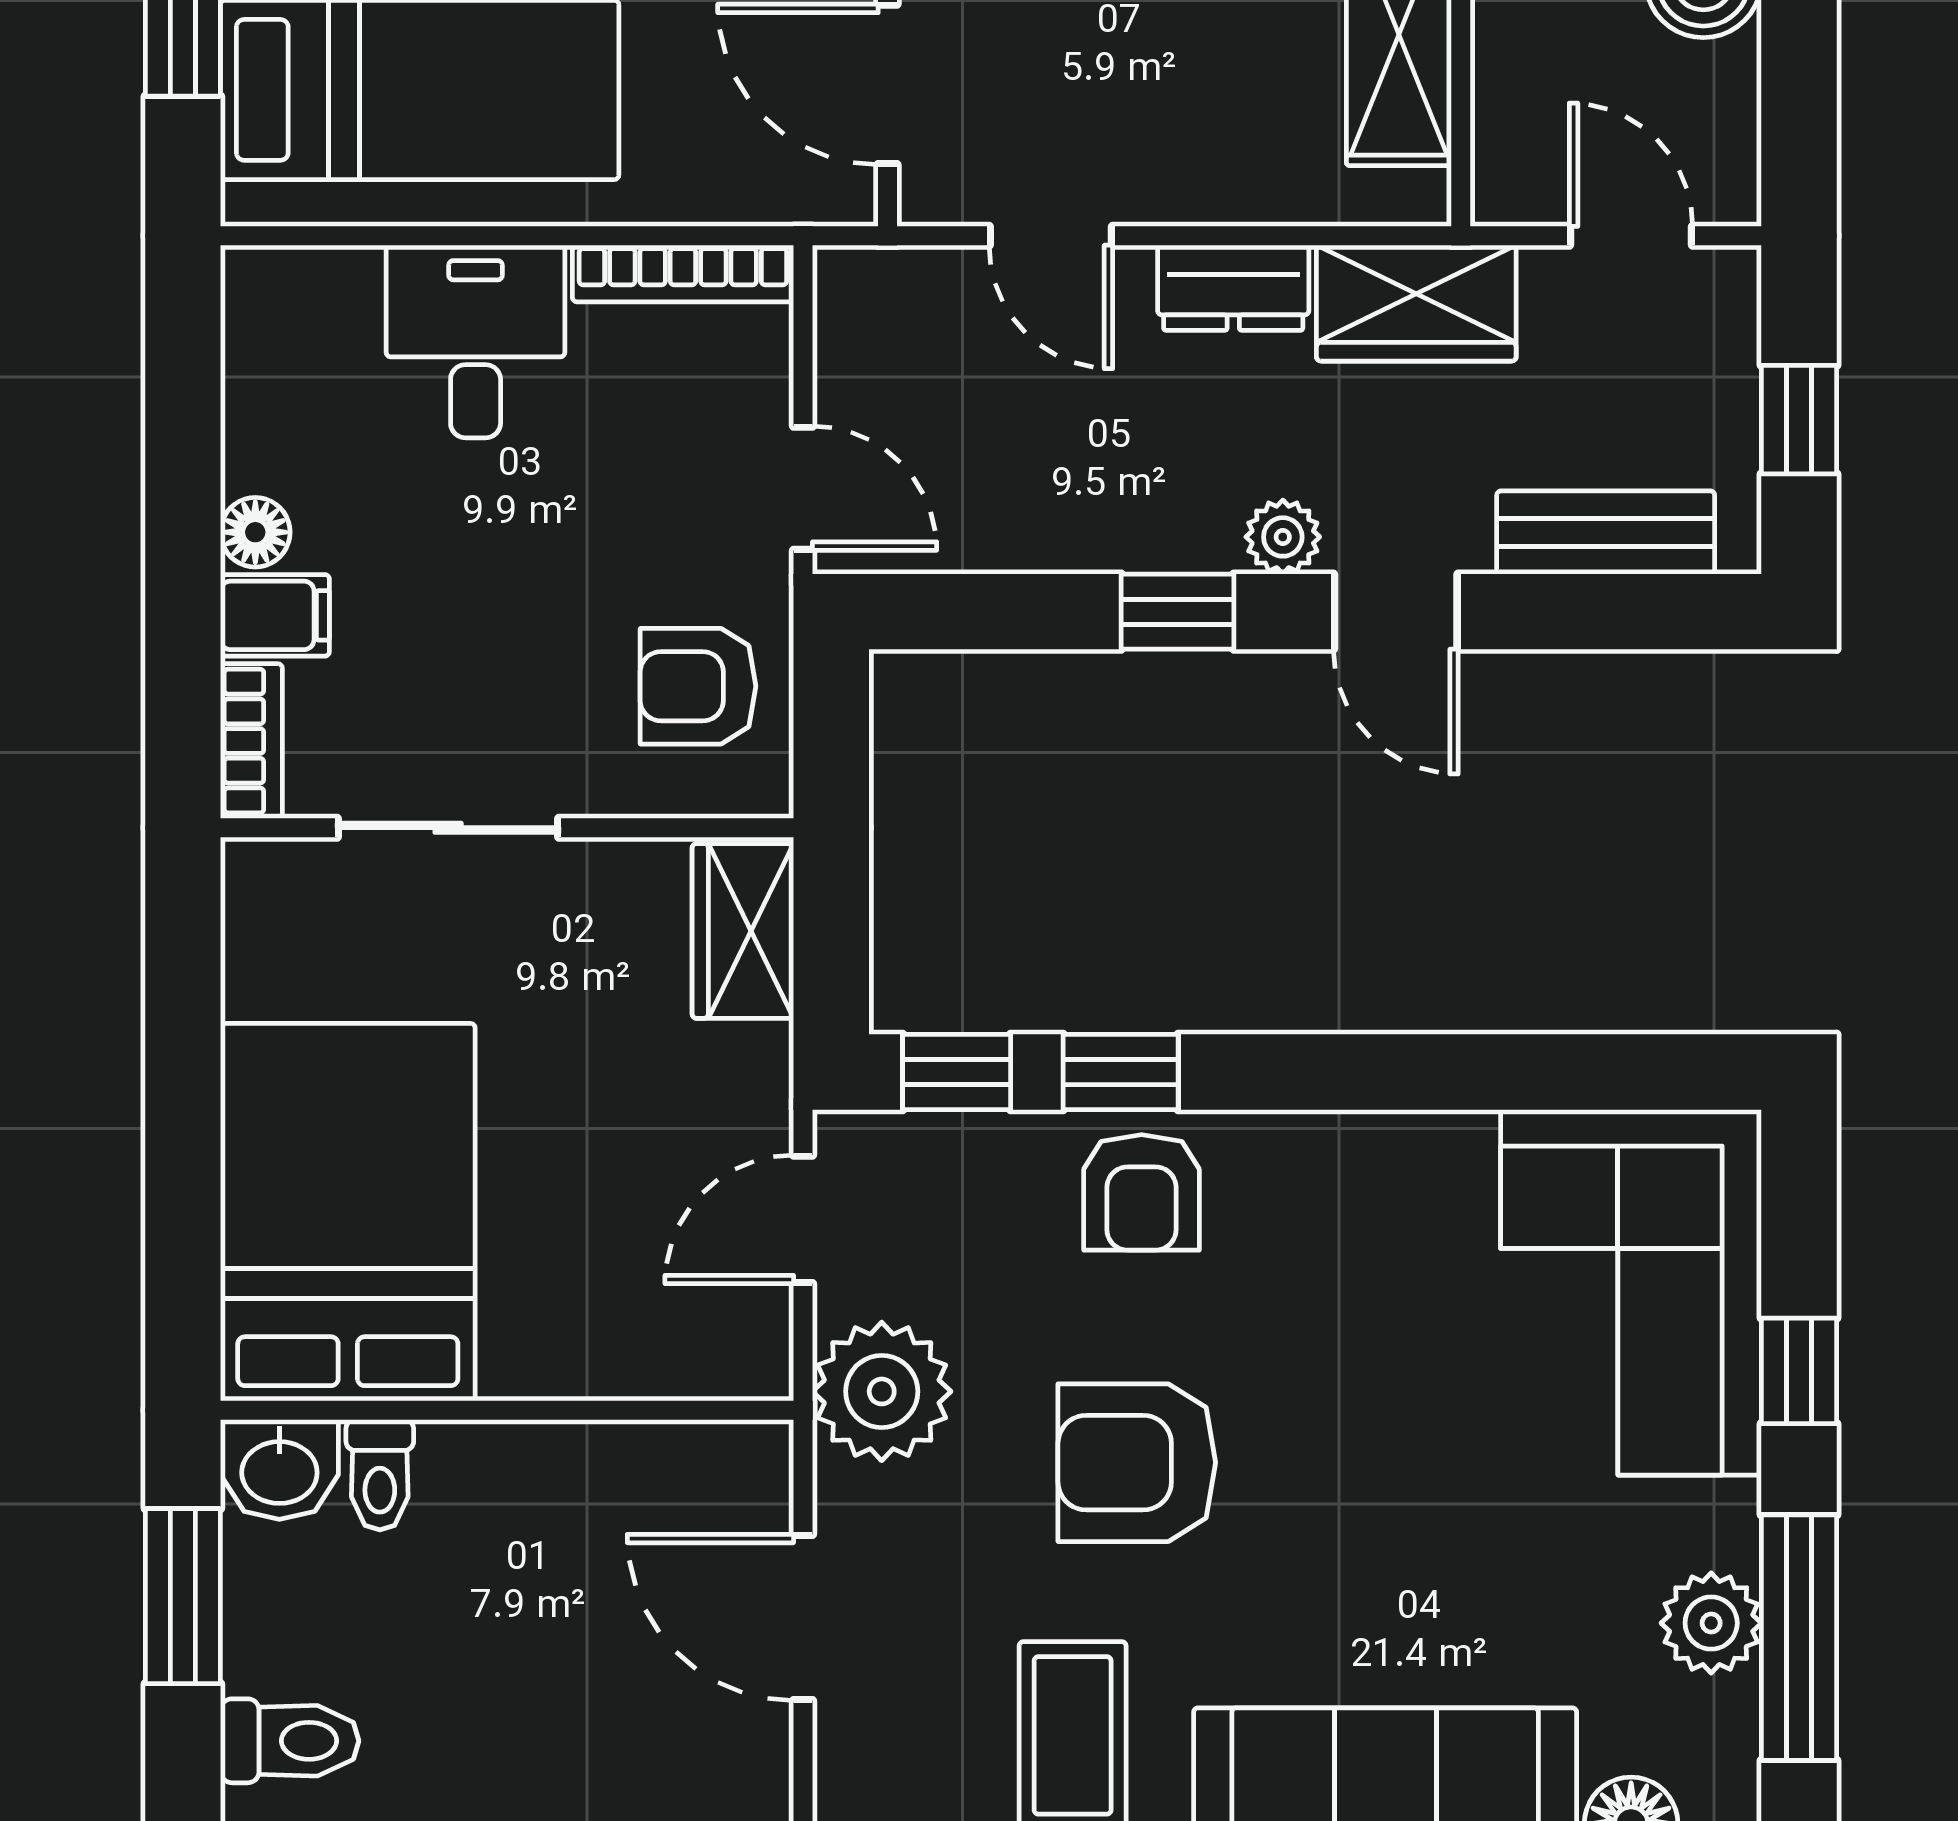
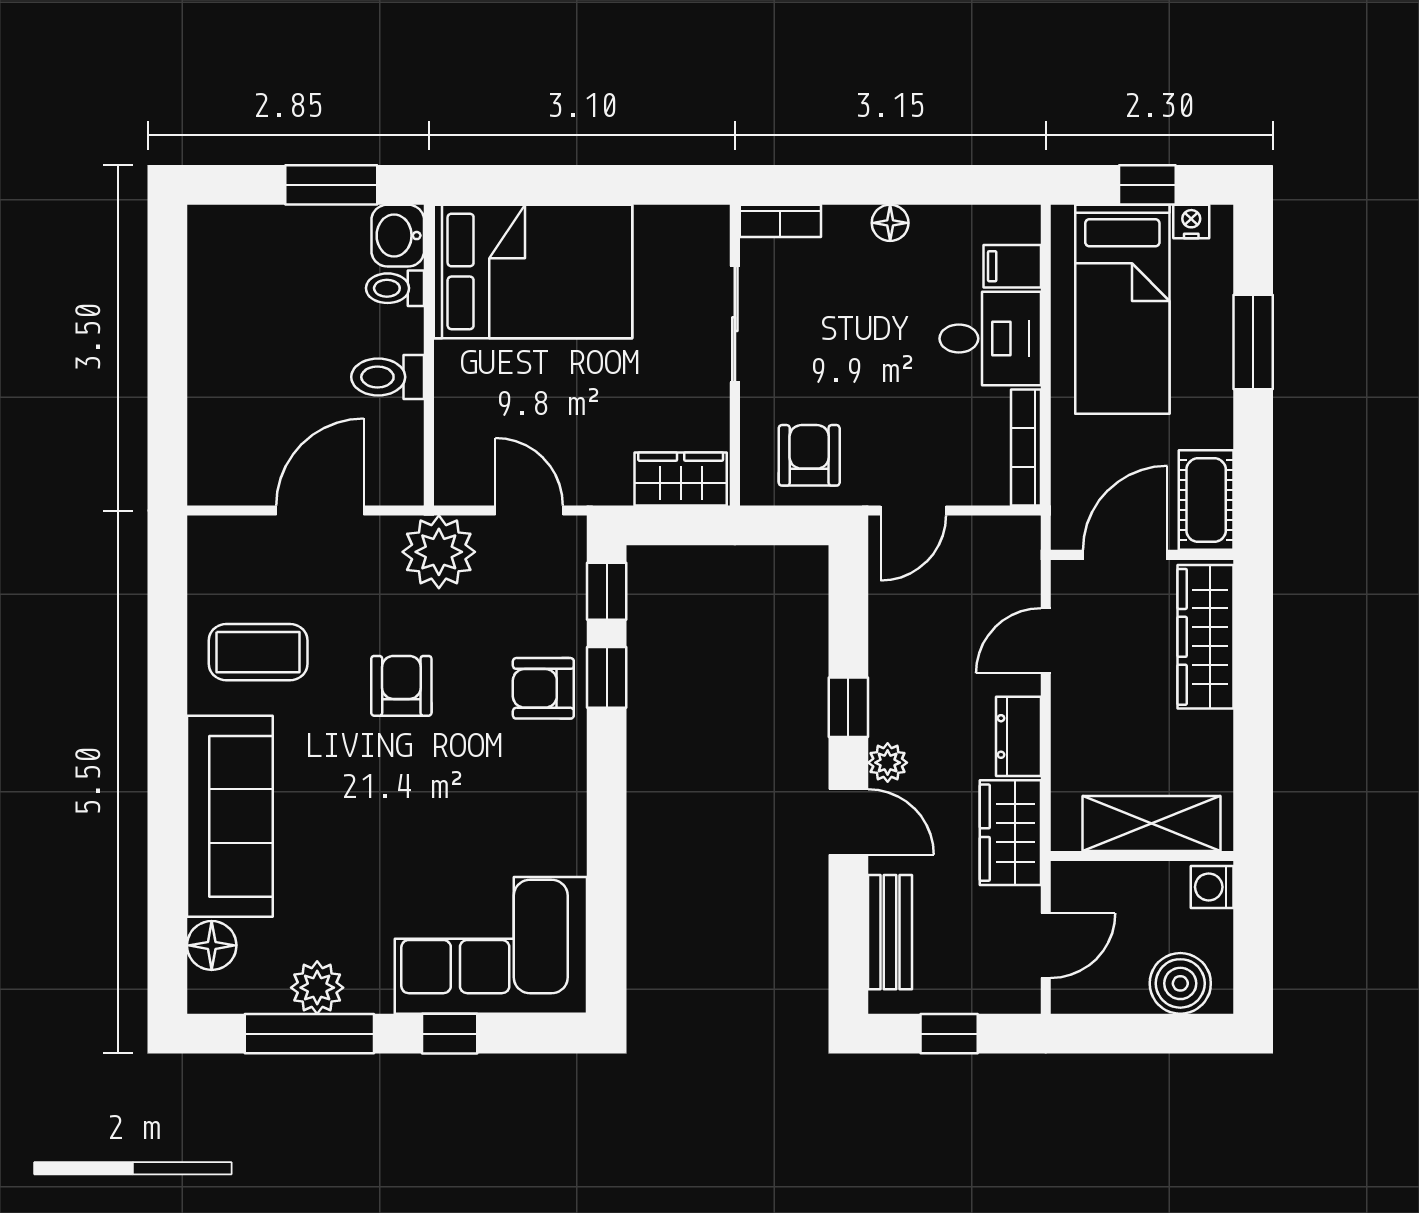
door: (1396, 612) -> (848, 822), swing flipped
filing cabinet: (275, 615) -> (1012, 266), moved, turned 90
armchair: (1137, 1463) -> (401, 686), width x0.72, depth x0.72
toilet: (290, 1741) -> (388, 377), moved, turned 90

